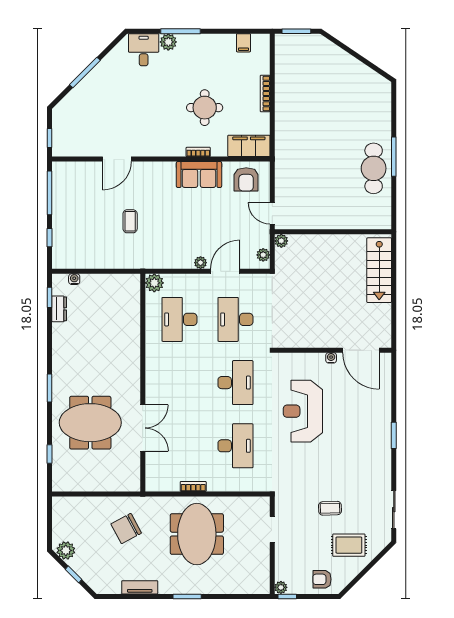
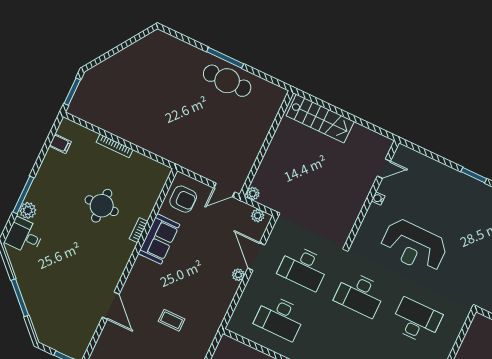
filing cabinet: (249, 146) -> (154, 182), removed
plant: (154, 283) -> (237, 324), removed
door: (361, 350) -> (384, 169), width x0.53
desk: (235, 383) -> (360, 294), turned 180

